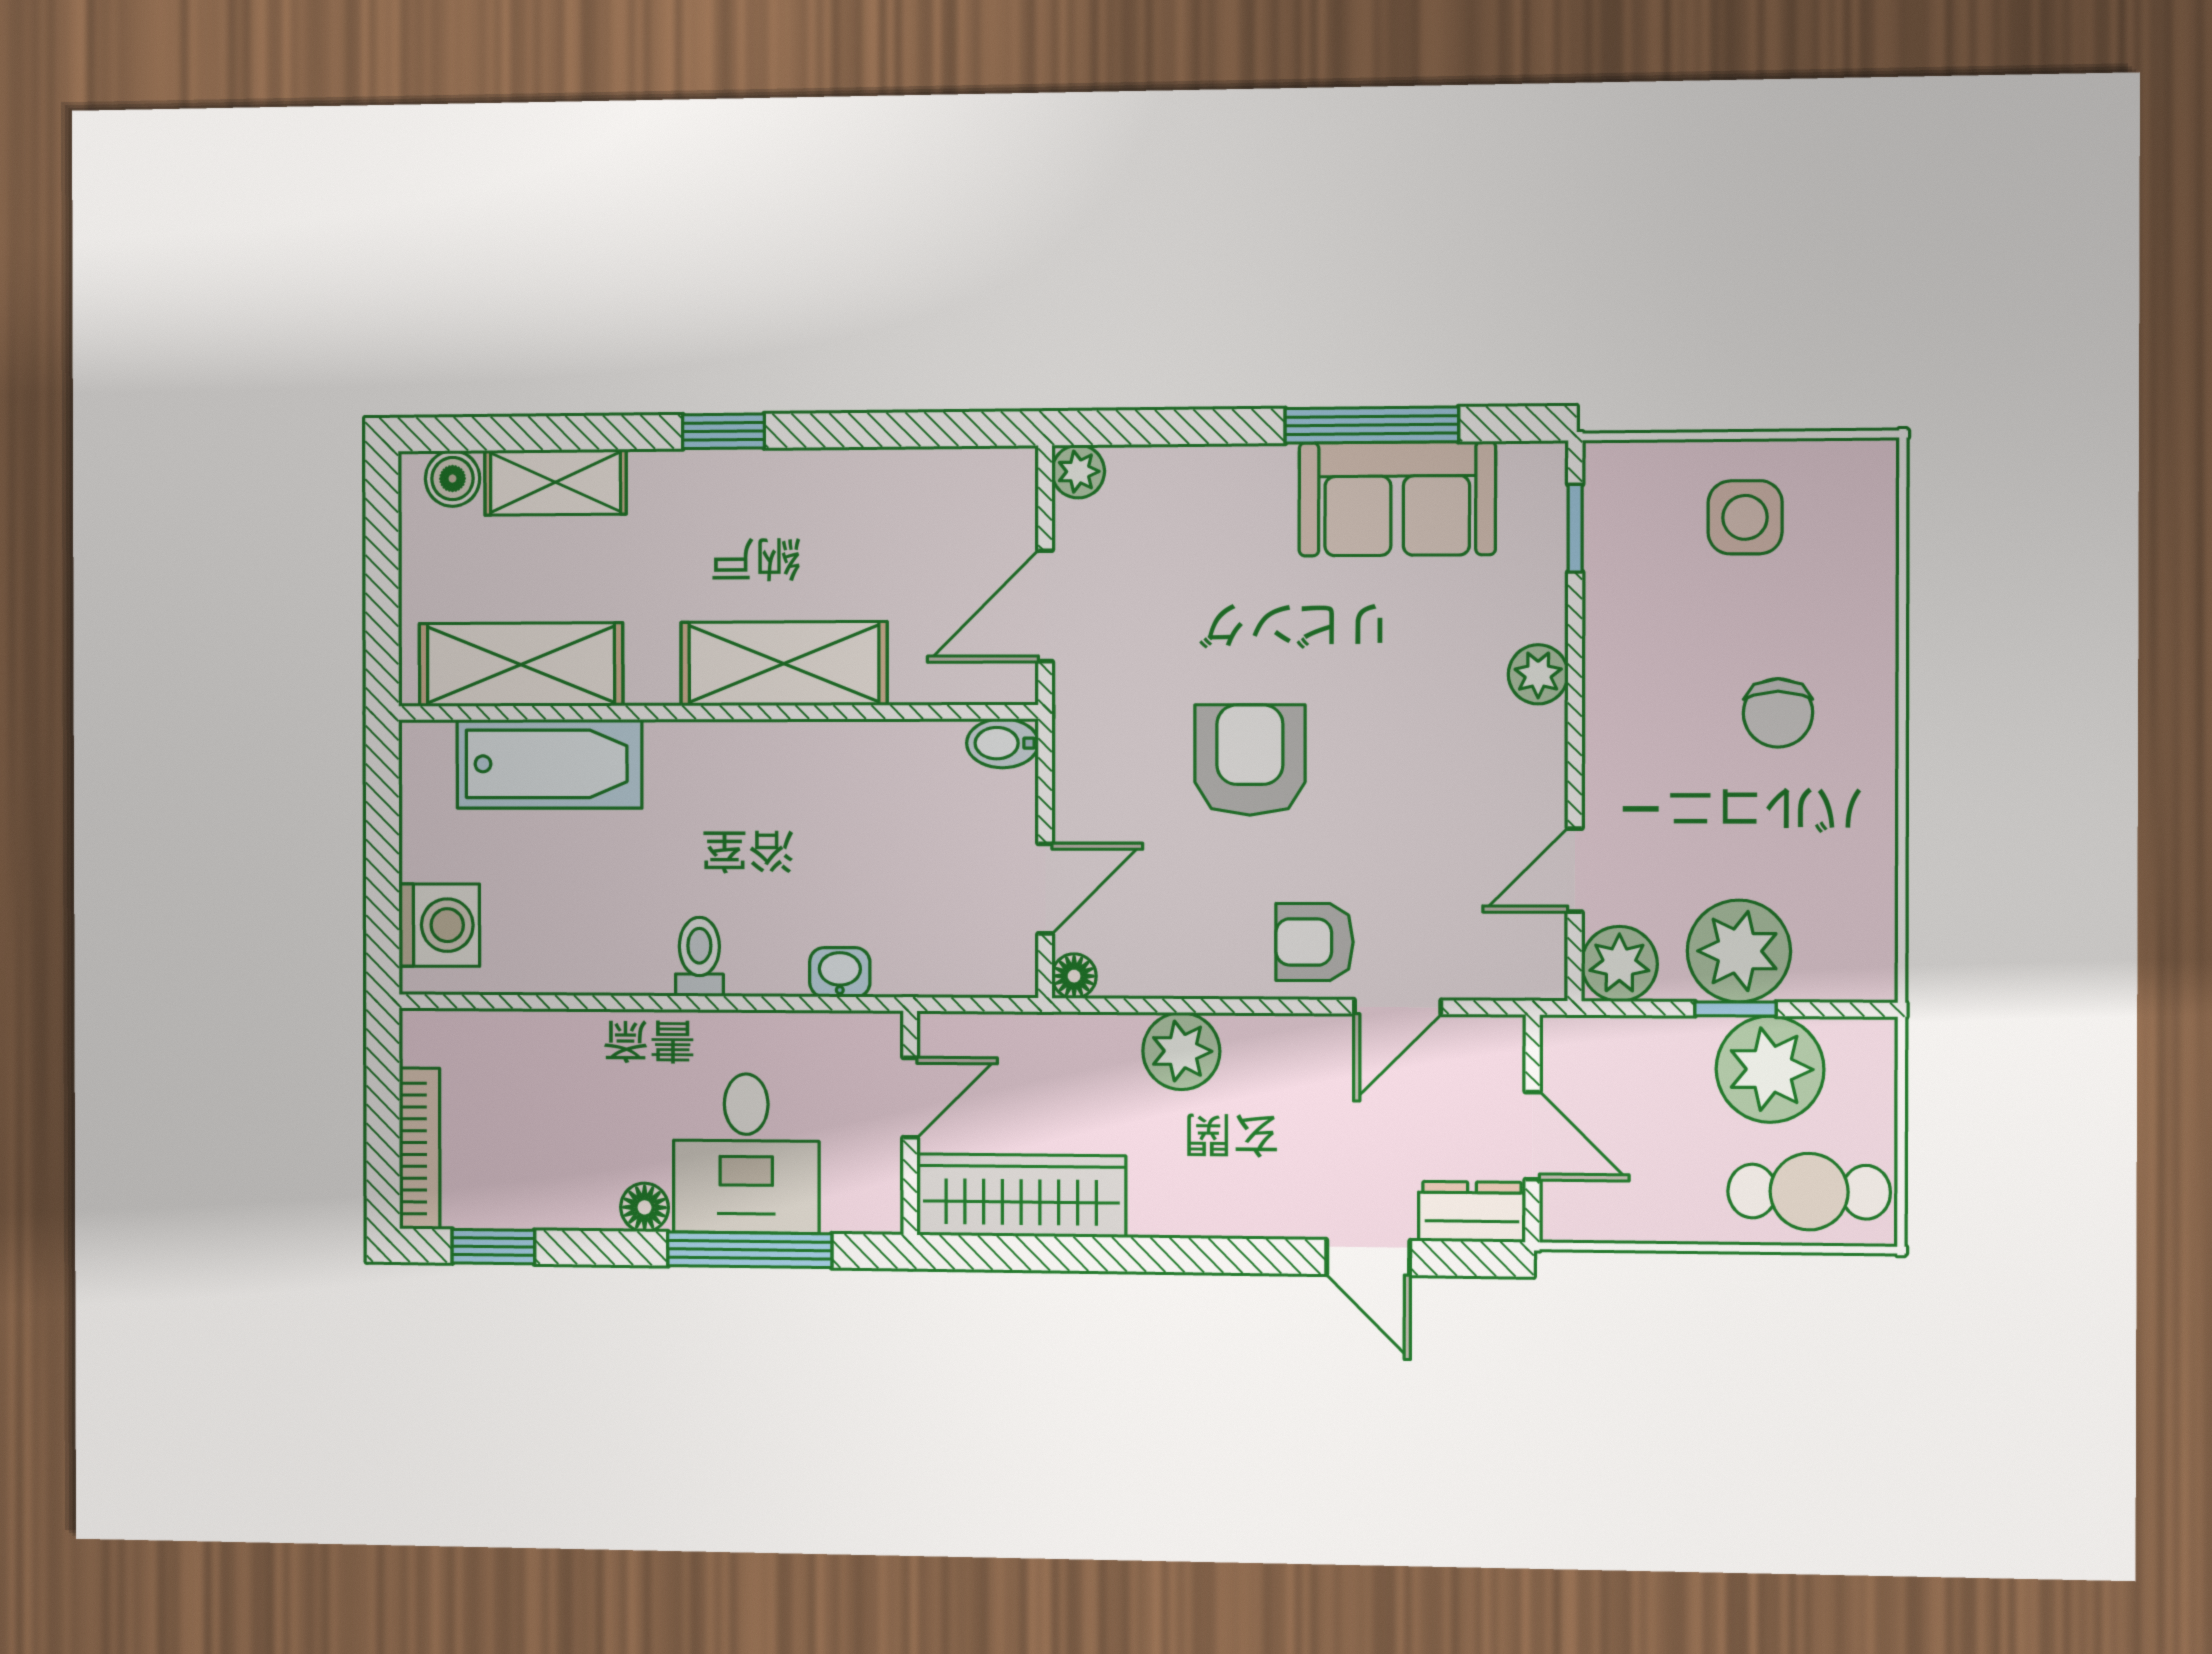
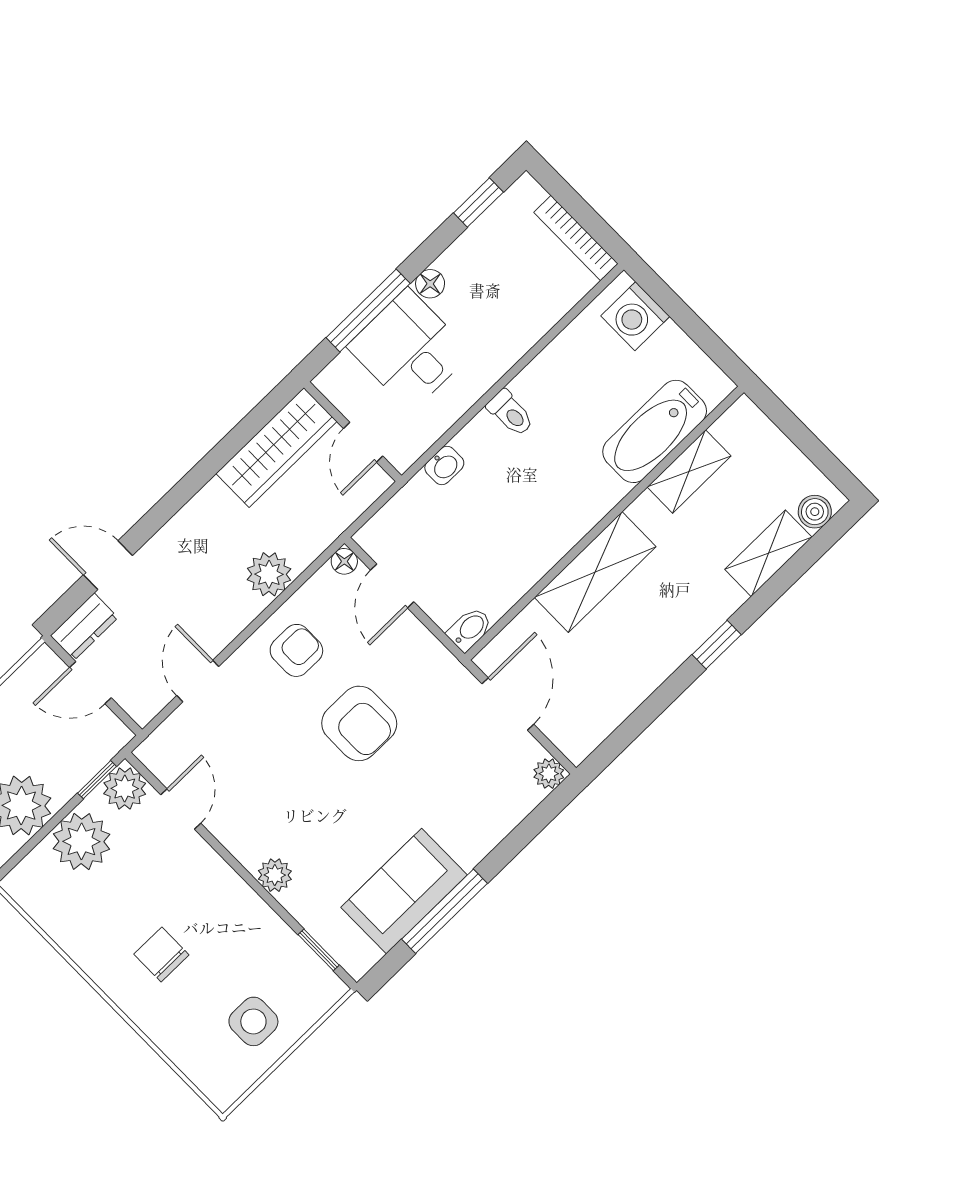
shelving: (521, 665) -> (689, 471), width x0.67, depth x0.75
armchair: (1315, 942) -> (296, 650), moved
window: (1735, 1009) -> (97, 780), moved
bookcase: (420, 1149) -> (576, 238), moved

